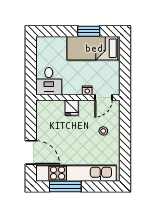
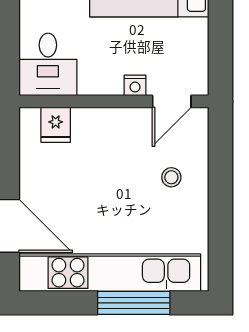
fridge: (72, 108) -> (56, 125), moved
window: (65, 186) -> (134, 303), moved

